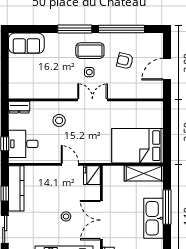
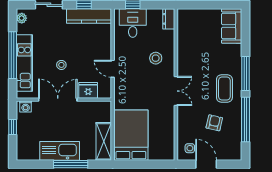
side table: (89, 72) -> (190, 148), moved
door: (70, 164) -> (113, 69), swing flipped
fridge: (92, 175) -> (88, 90), moved

